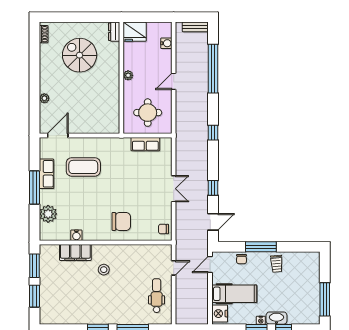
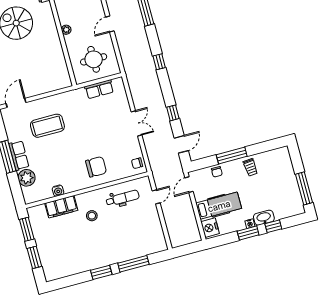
row of seats: (47, 174) -> (19, 155), moved
dental chair: (157, 296) -> (123, 198), moved, turned 90

